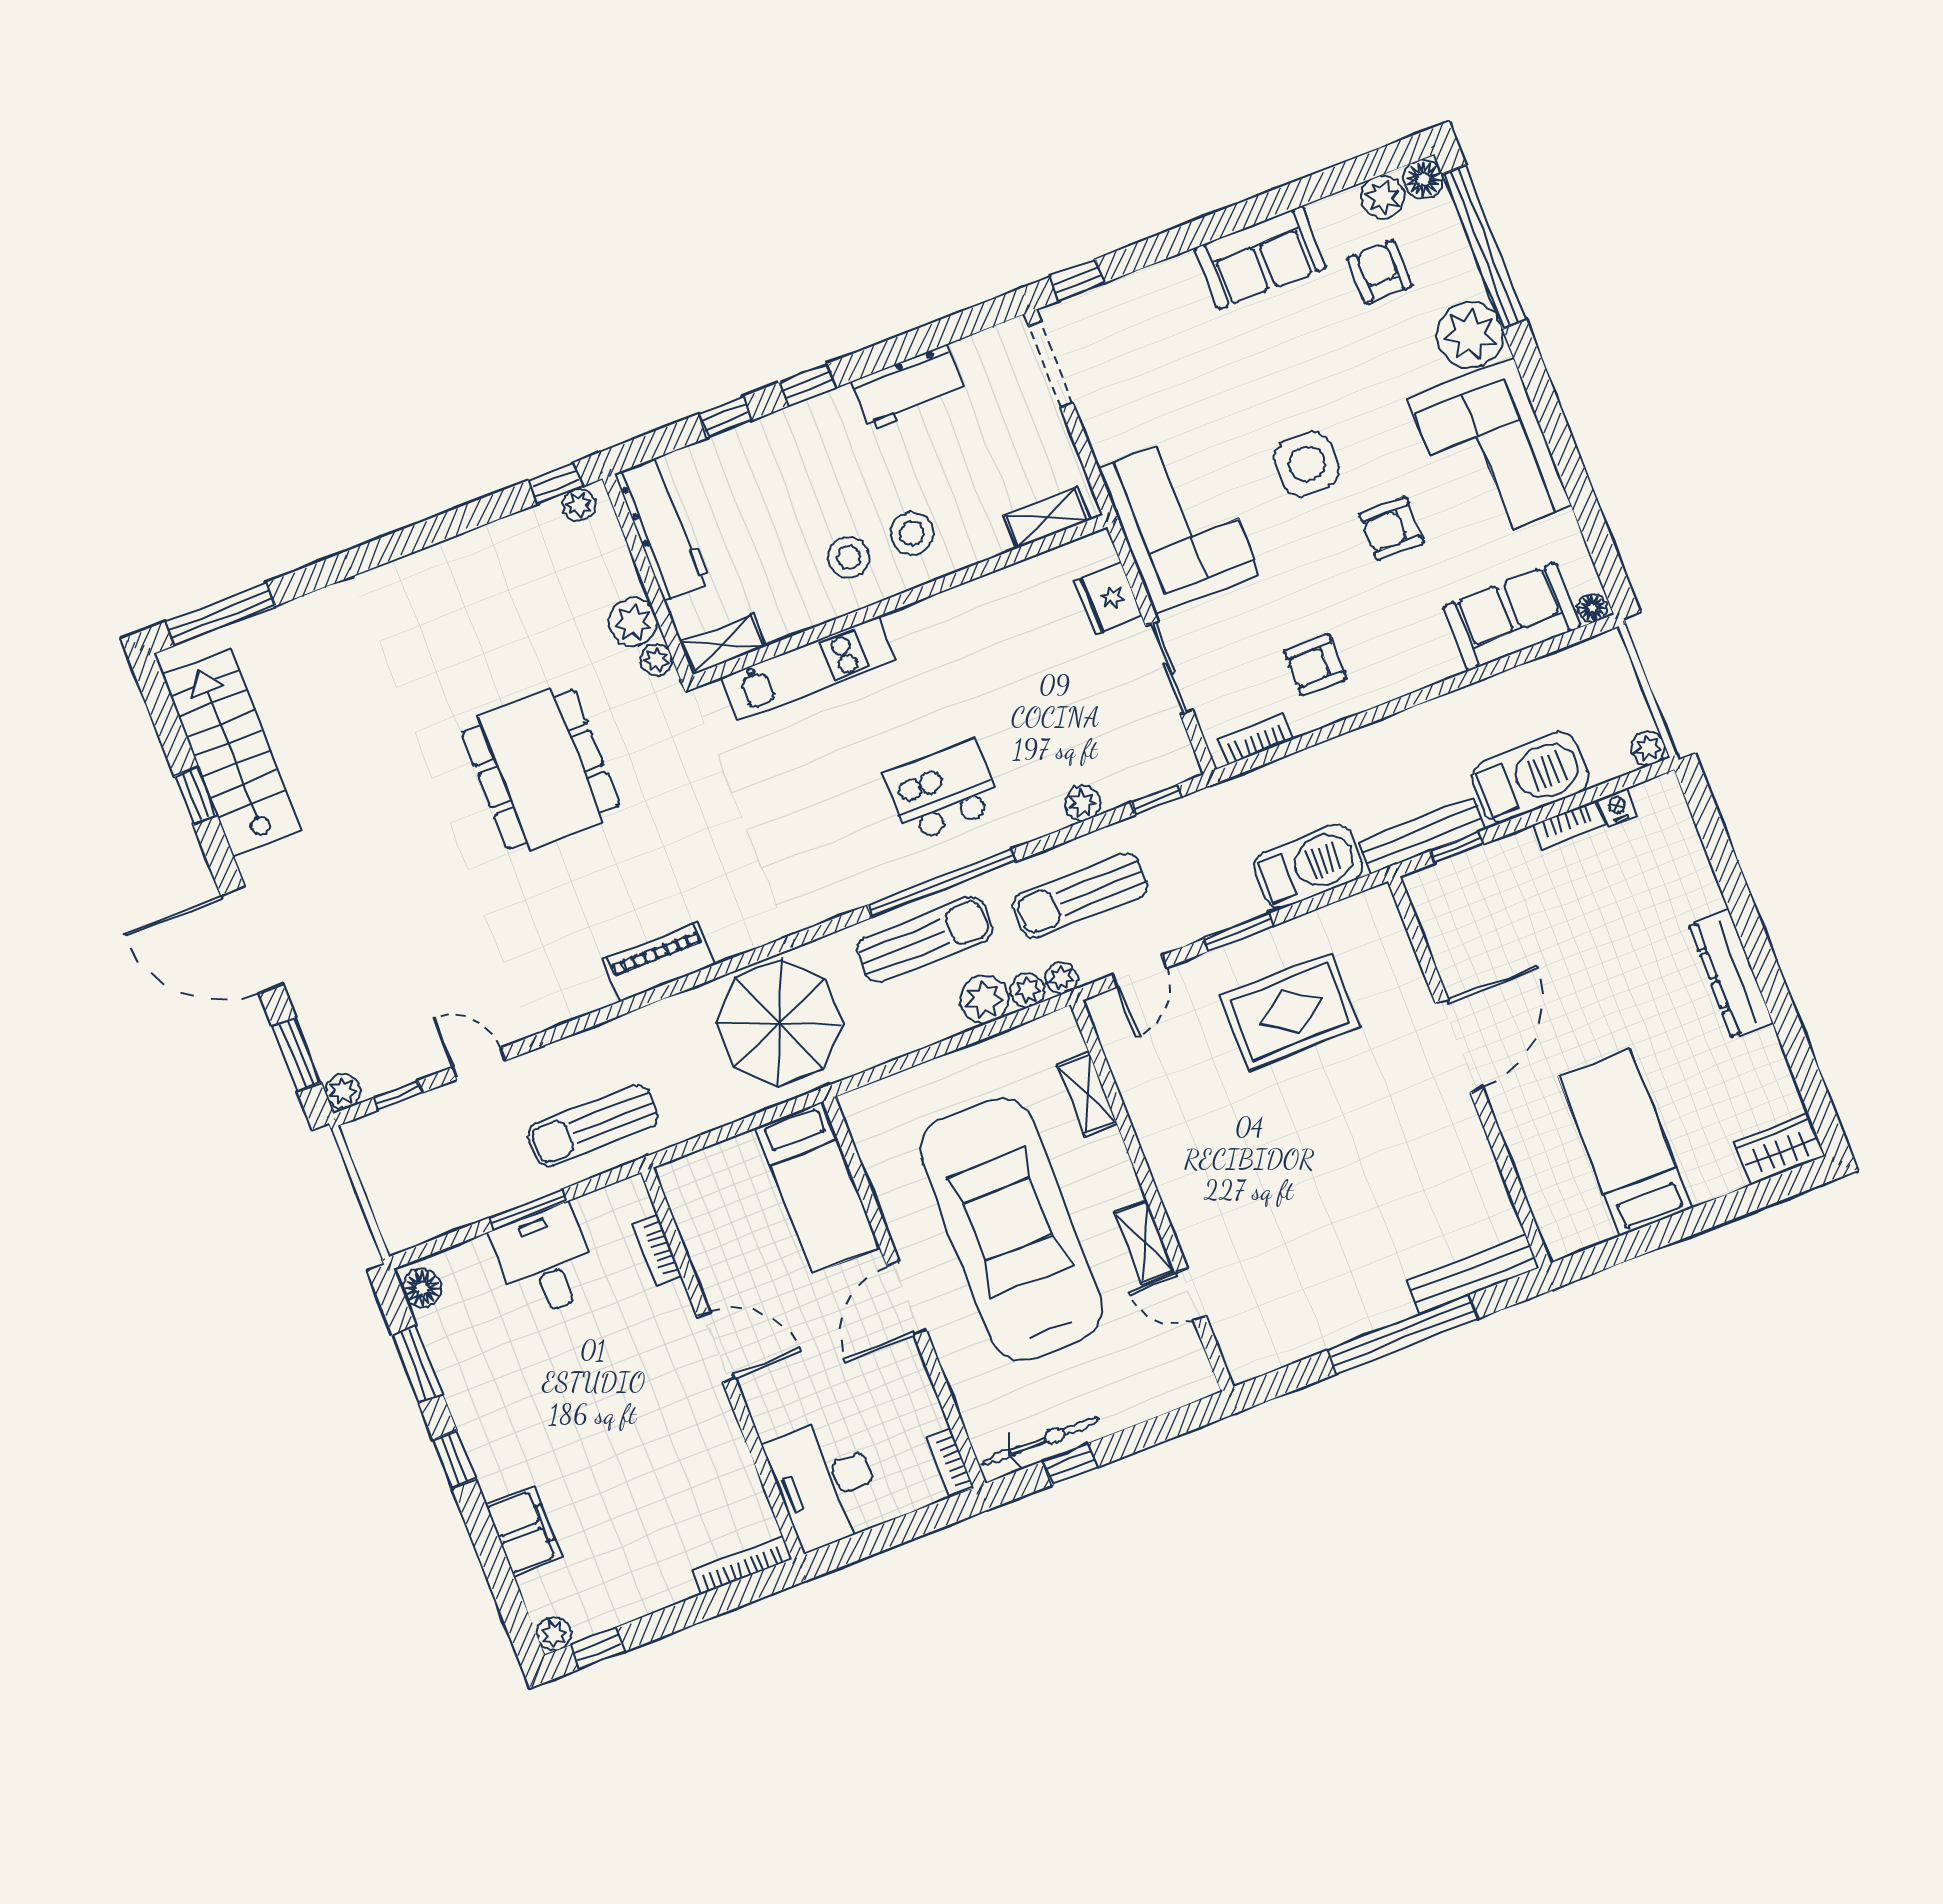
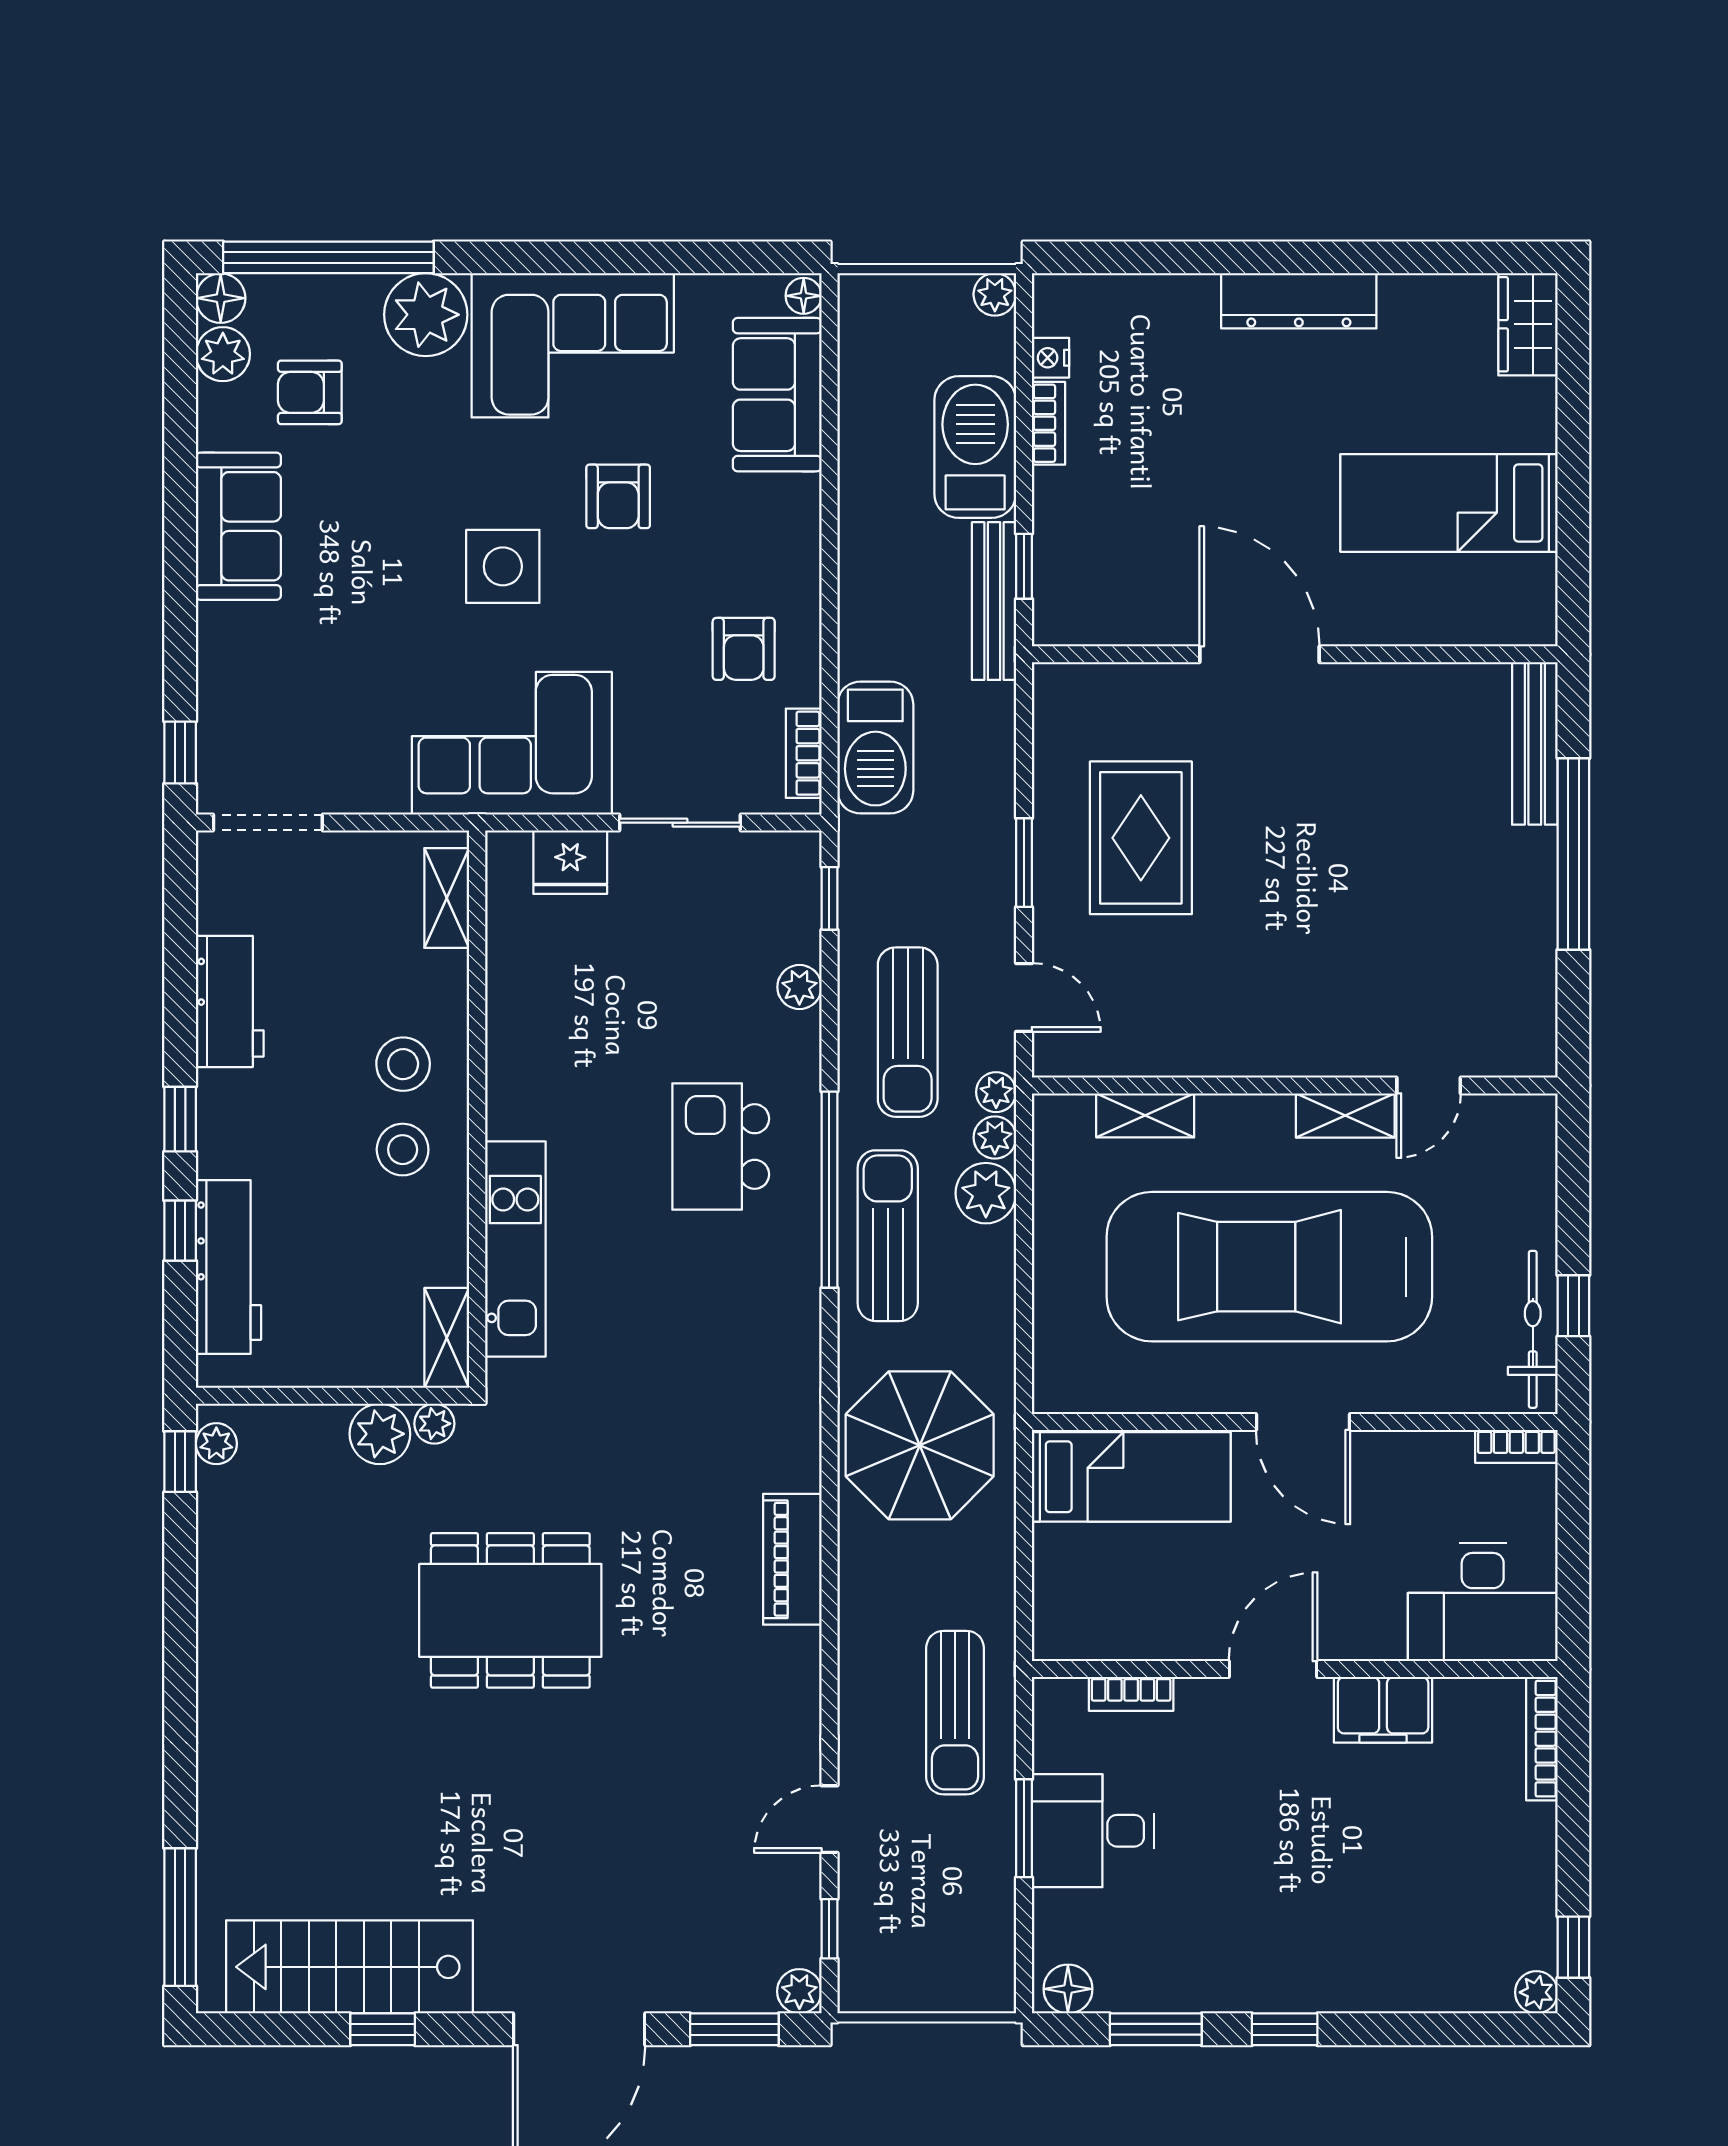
workbench: (663, 528) -> (228, 1267), moved, turned 90
barbecue: (1308, 866) -> (875, 748), moved, turned 180
filing cabinet: (524, 1531) -> (1383, 1710), moved, turned 180

